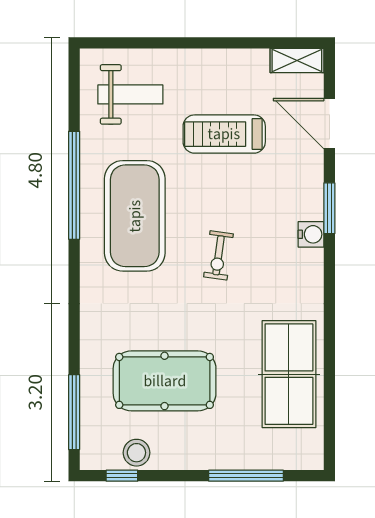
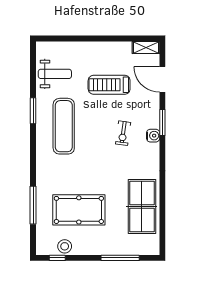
weight bench: (130, 94) -> (55, 74), moved
window: (74, 185) -> (33, 111), width x0.47
exercise mat: (135, 216) -> (64, 126), width x0.68
exercise bike: (218, 255) -> (123, 133), moved
window: (74, 412) -> (33, 205), moved

